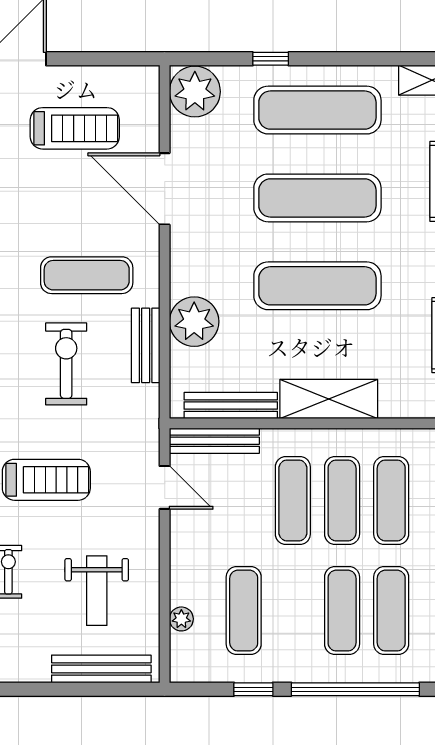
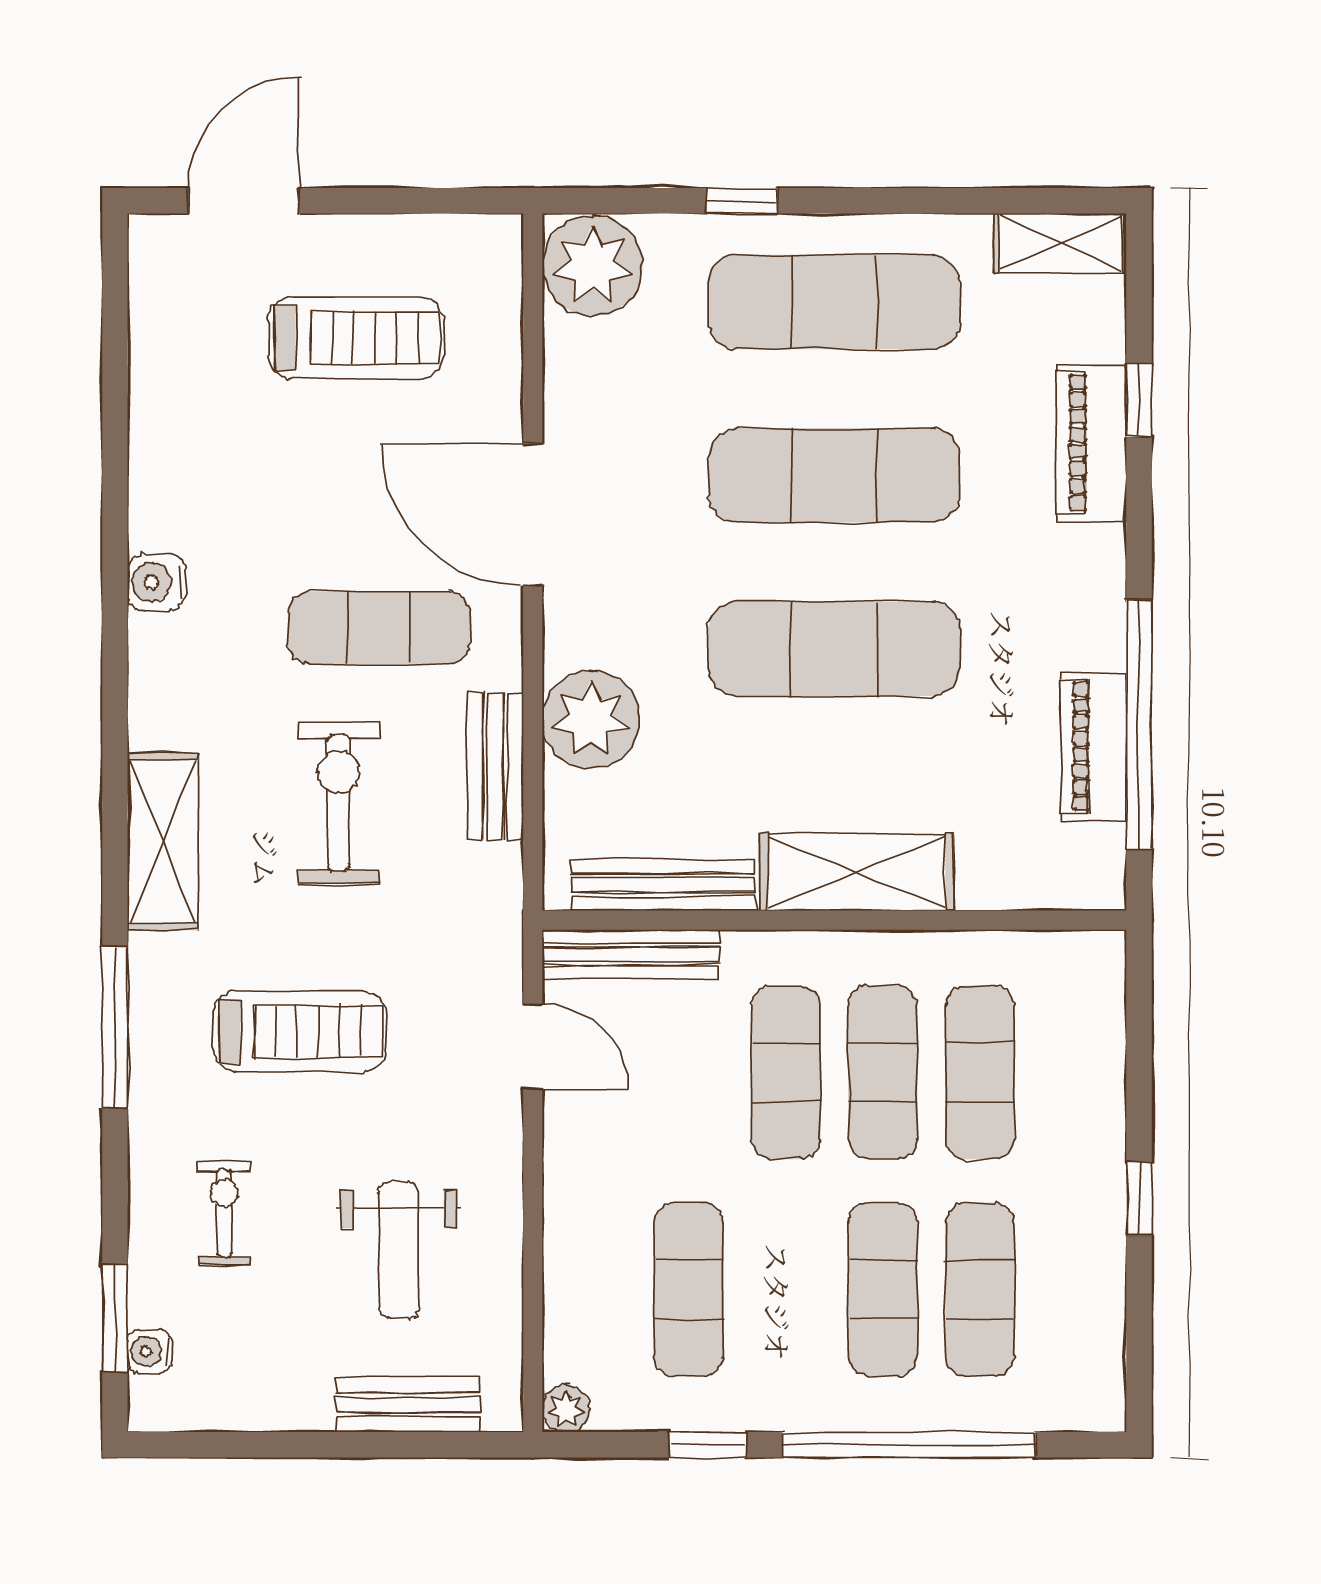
door: (165, 189) -> (533, 515), moved
plant: (181, 619) -> (566, 1409), moved
bench: (101, 669) -> (408, 1405), width x0.73

